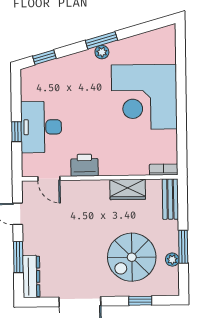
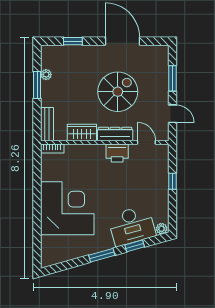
plant: (102, 52) -> (162, 229), moved
window: (44, 57) -> (135, 246), moved
desk: (41, 127) -> (132, 226), moved, turned 74
spiral stairs: (132, 257) -> (118, 92), moved
dresser: (31, 276) -> (115, 134), moved, turned 90

